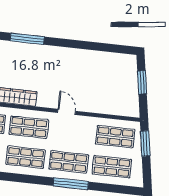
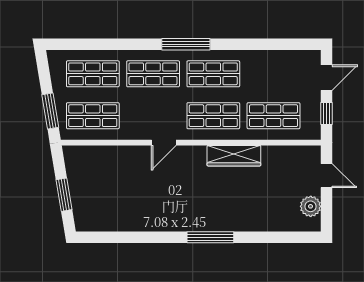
window: (27, 39) -> (210, 237), moved
door: (67, 112) -> (164, 143), hinge flipped
window: (71, 184) -> (186, 44), moved

